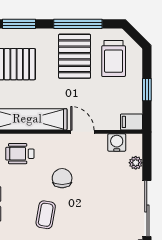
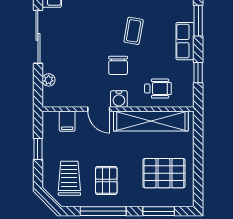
pallet: (75, 56) -> (106, 181), width x0.67, depth x0.71
filing cabinet: (131, 122) -> (67, 121), moved, turned 90
water cooler: (117, 143) -> (119, 99), moved

